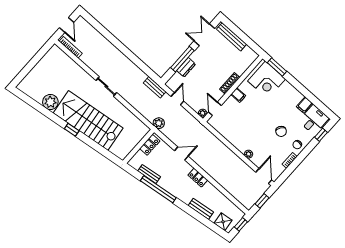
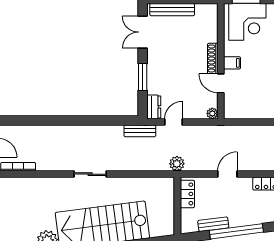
window: (182, 59) -> (143, 77), width x0.69
dresser: (186, 67) -> (154, 107), moved
door: (177, 99) -> (174, 122), hinge flipped
door: (215, 109) -> (221, 83), moved

